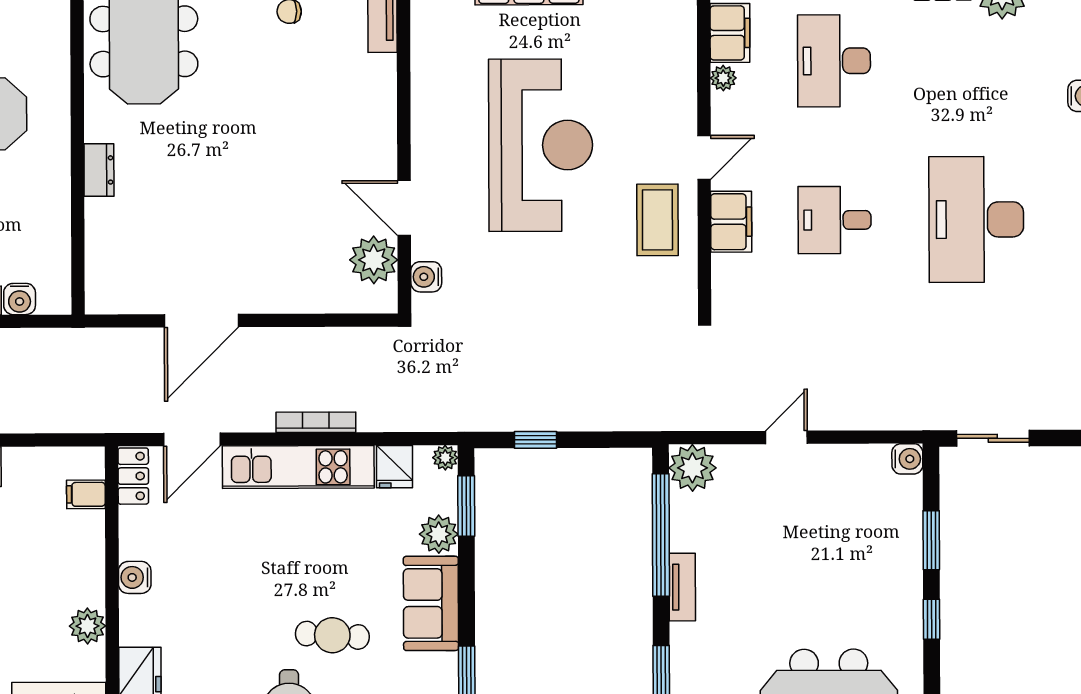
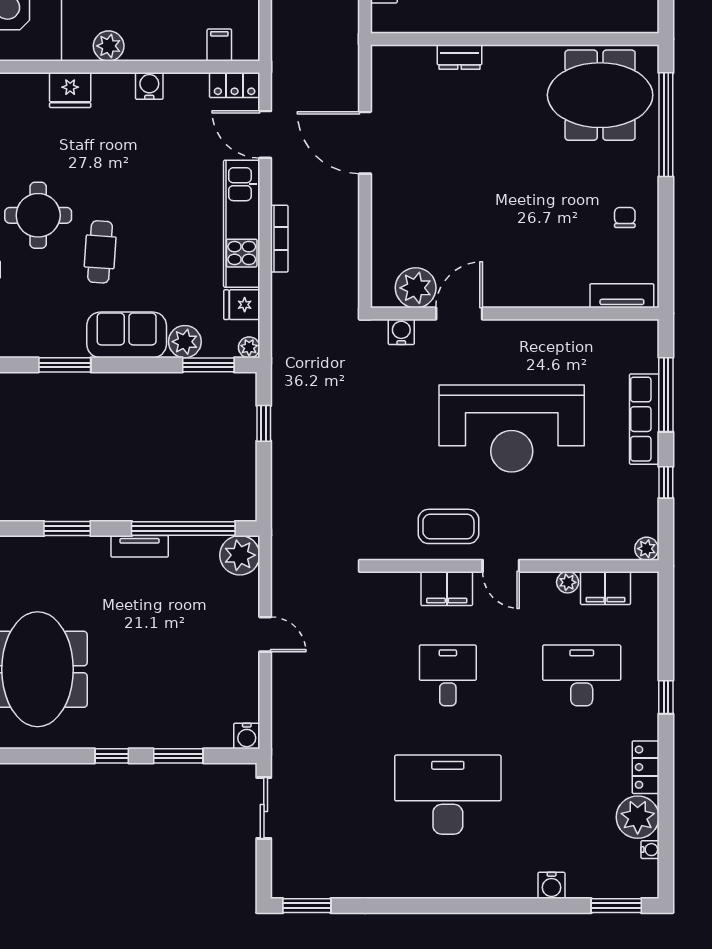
dresser: (99, 170) -> (460, 57), moved

